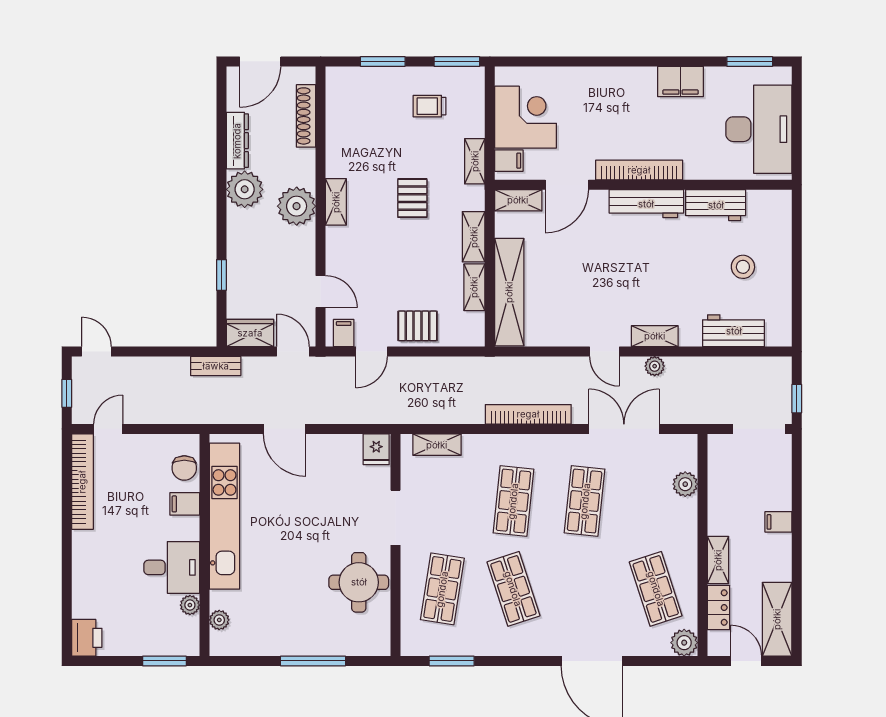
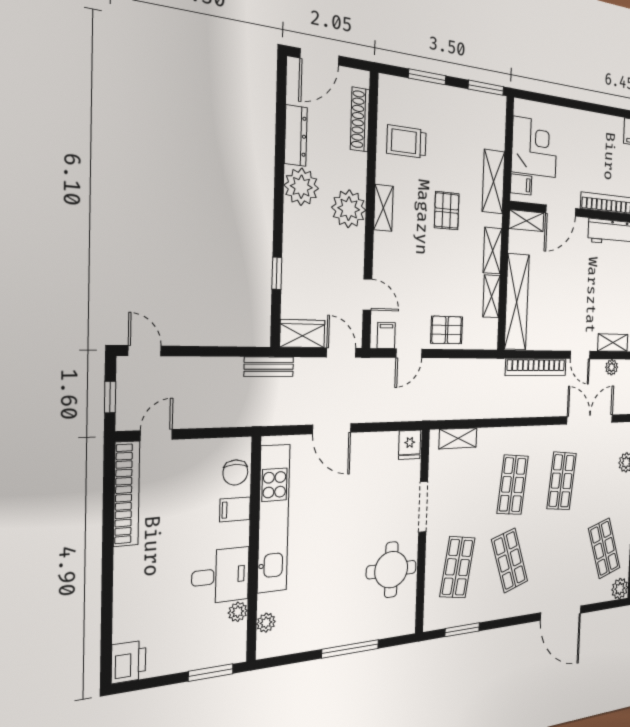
trolley: (430, 106) -> (407, 142), moved, width x1.36, depth x1.39
shelving: (475, 161) -> (493, 182), width x1.50, depth x1.33
bookcase: (528, 414) -> (536, 367), moved, turned 180

